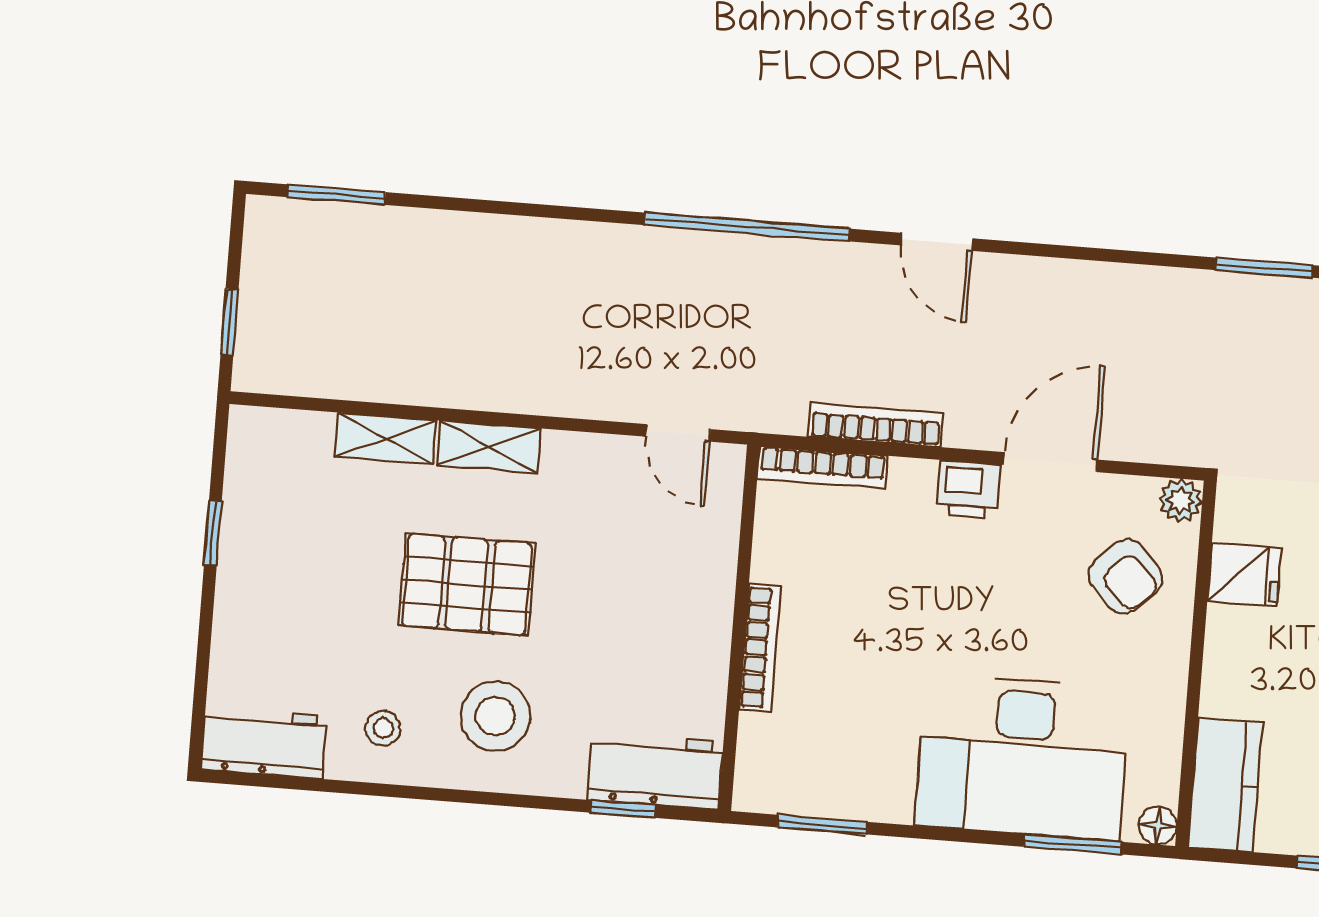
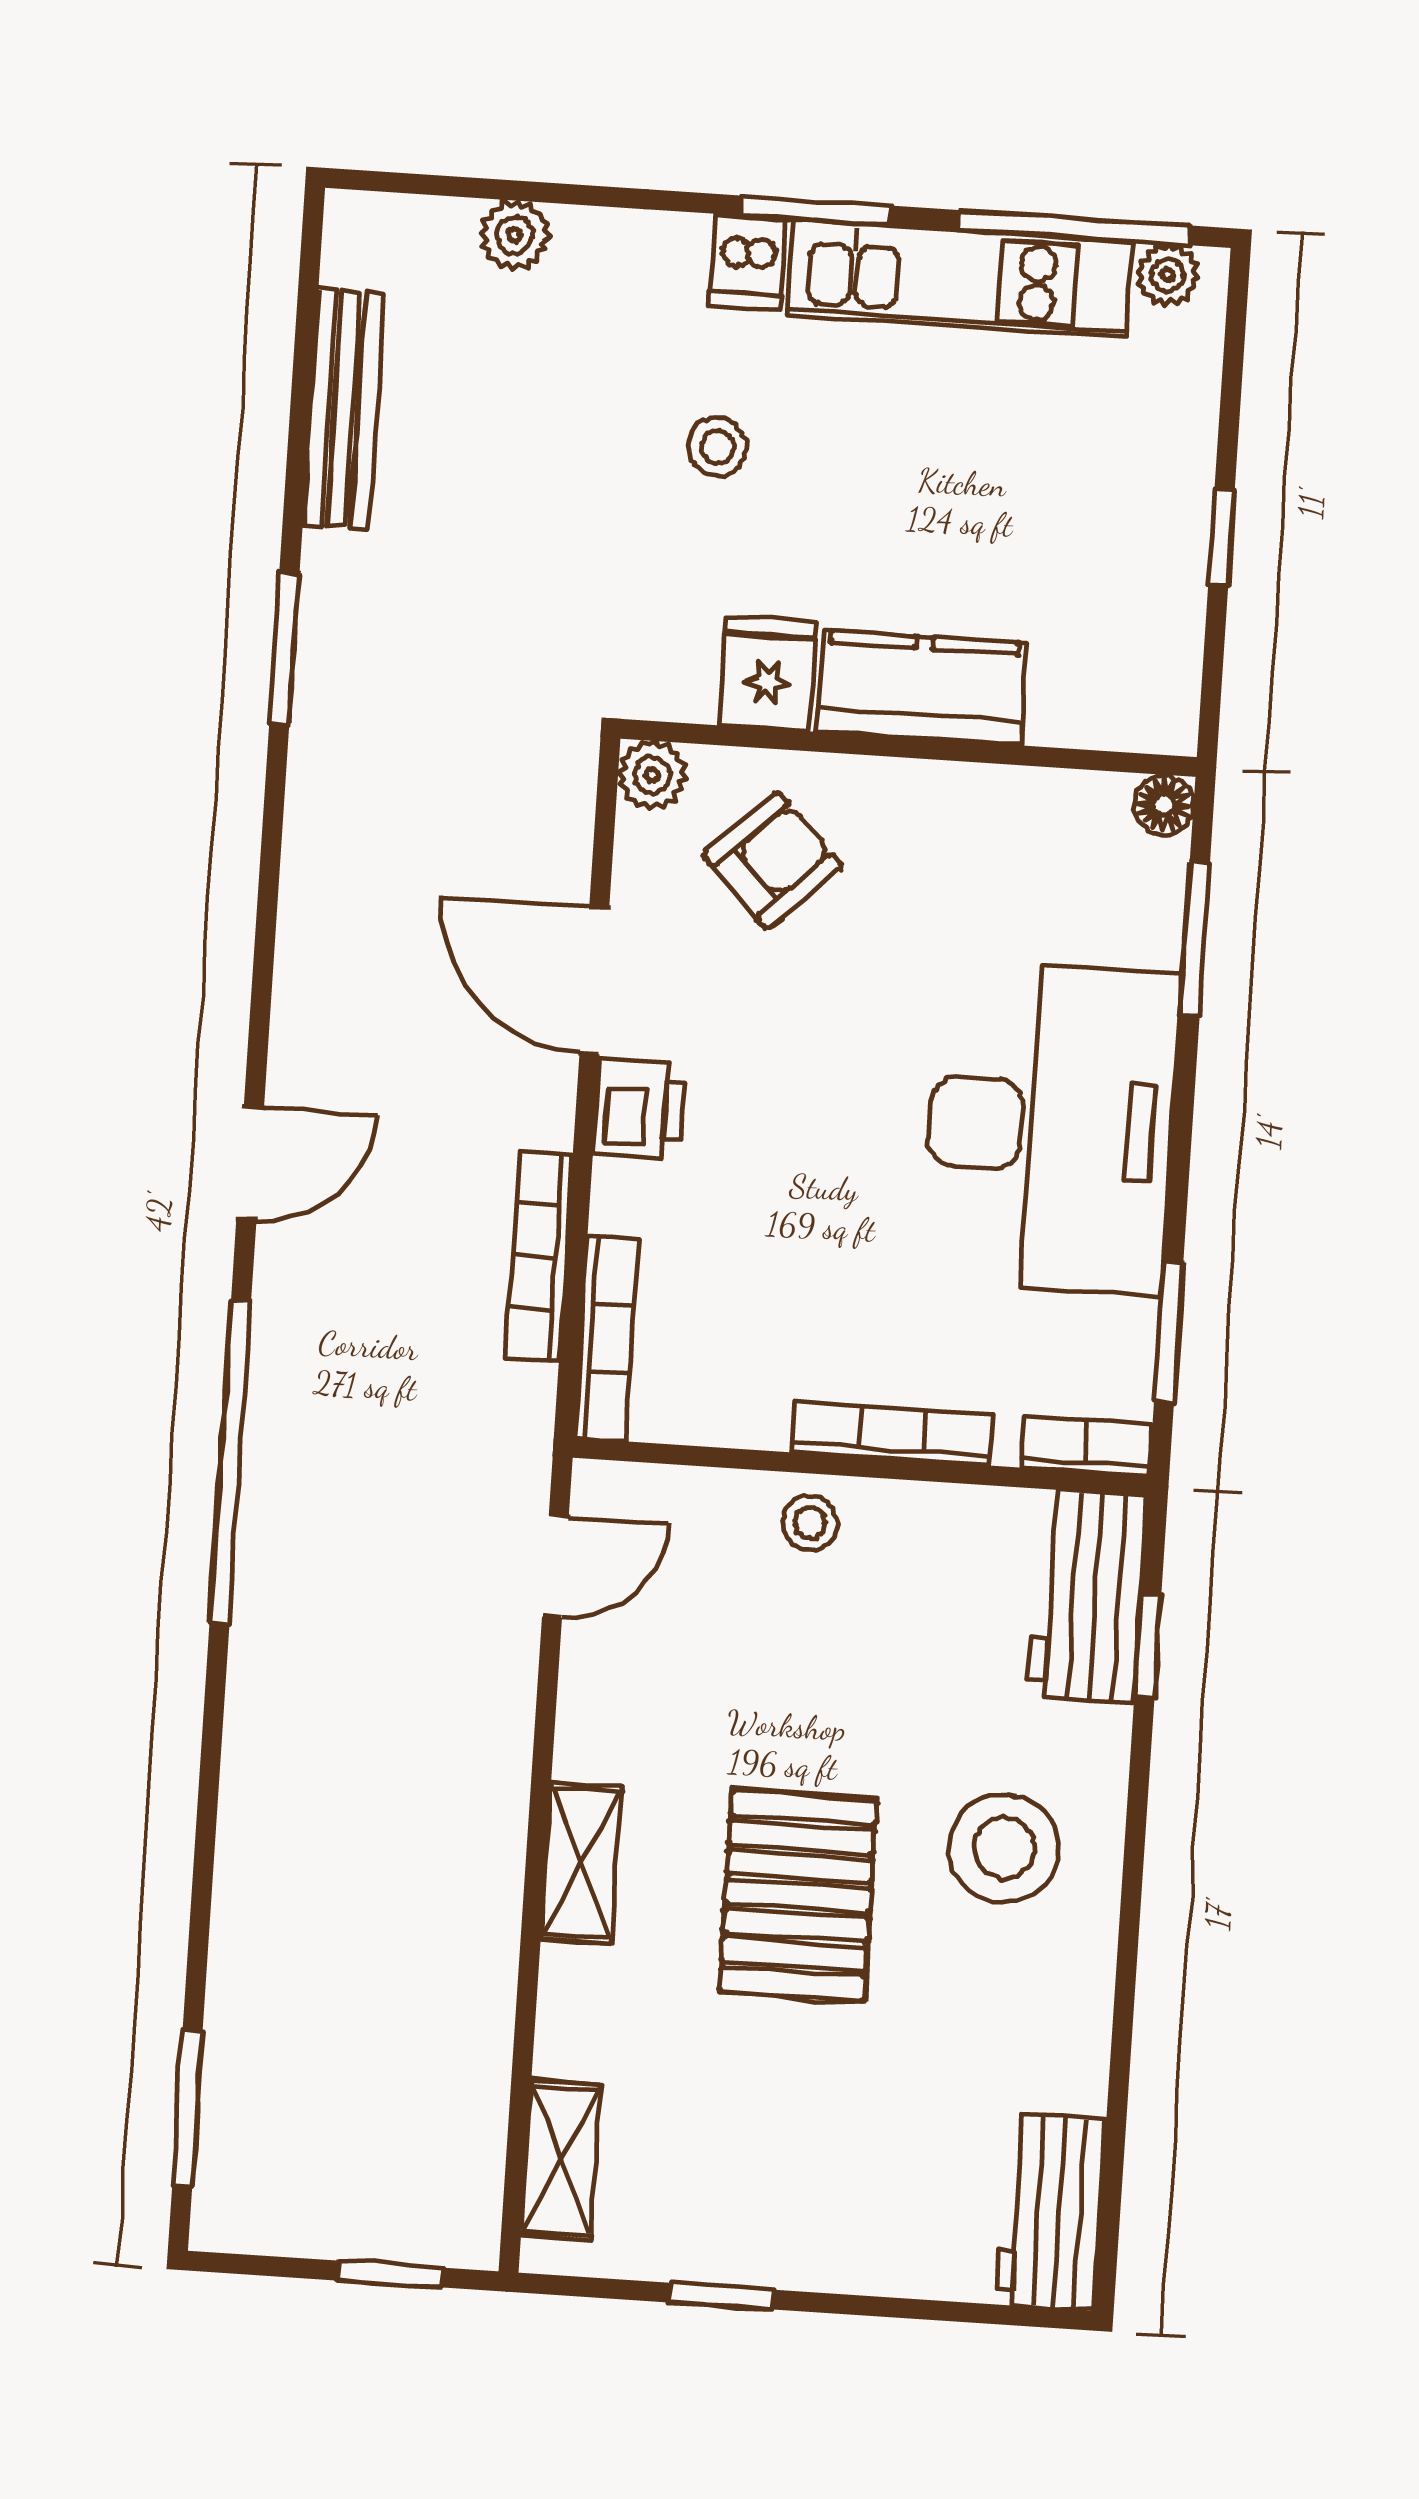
shelving: (386, 439) -> (561, 2160), moved
stool: (383, 728) -> (810, 1523), moved
desk: (1023, 757) -> (1051, 1128), moved
bookcase: (750, 772) -> (1087, 1446), added
kitchen counter: (1225, 785) -> (922, 688), moved

